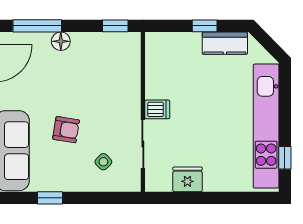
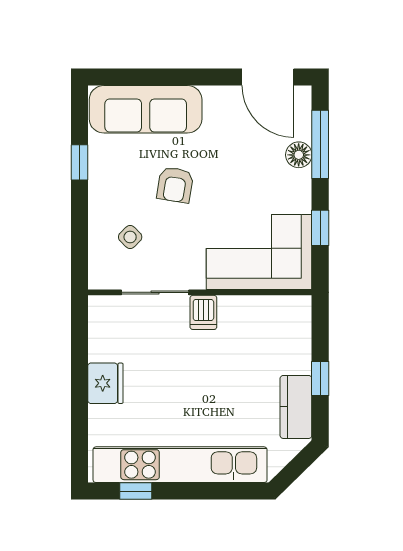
window: (115, 26) -> (320, 228), moved
floor lamp: (61, 41) -> (299, 155), moved
corner sofa: (114, 70) -> (259, 252), added
fridge: (187, 179) -> (105, 383), moved

